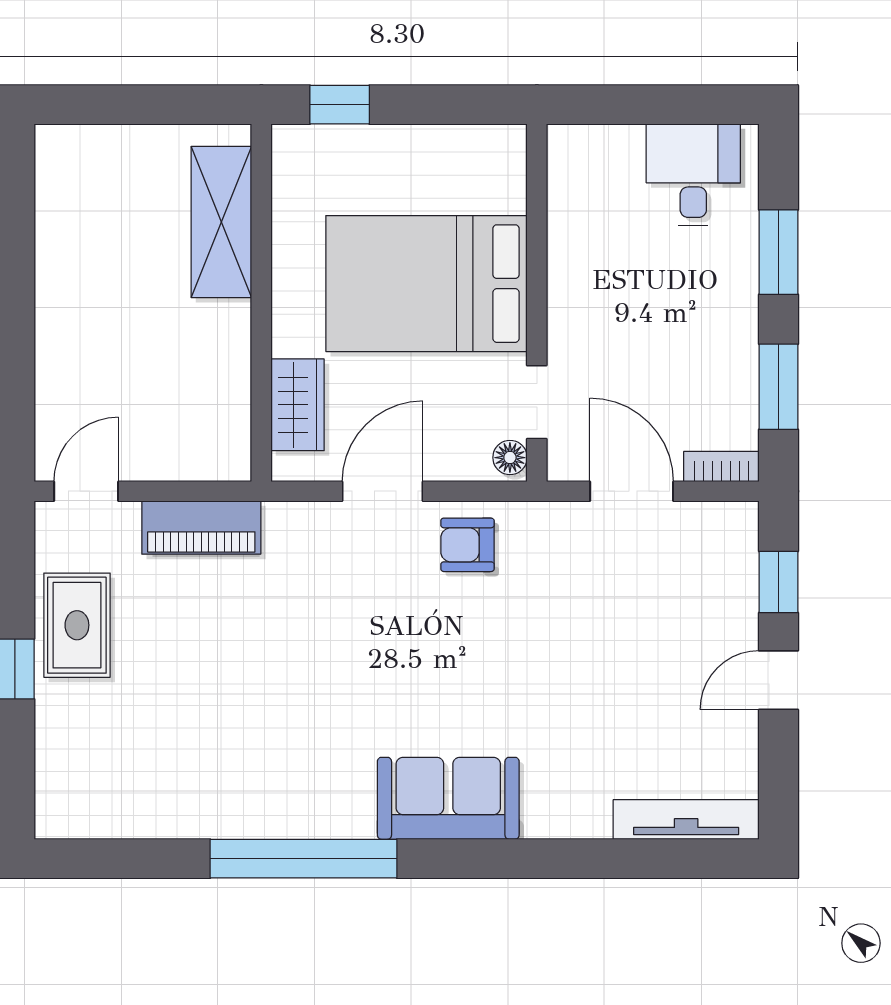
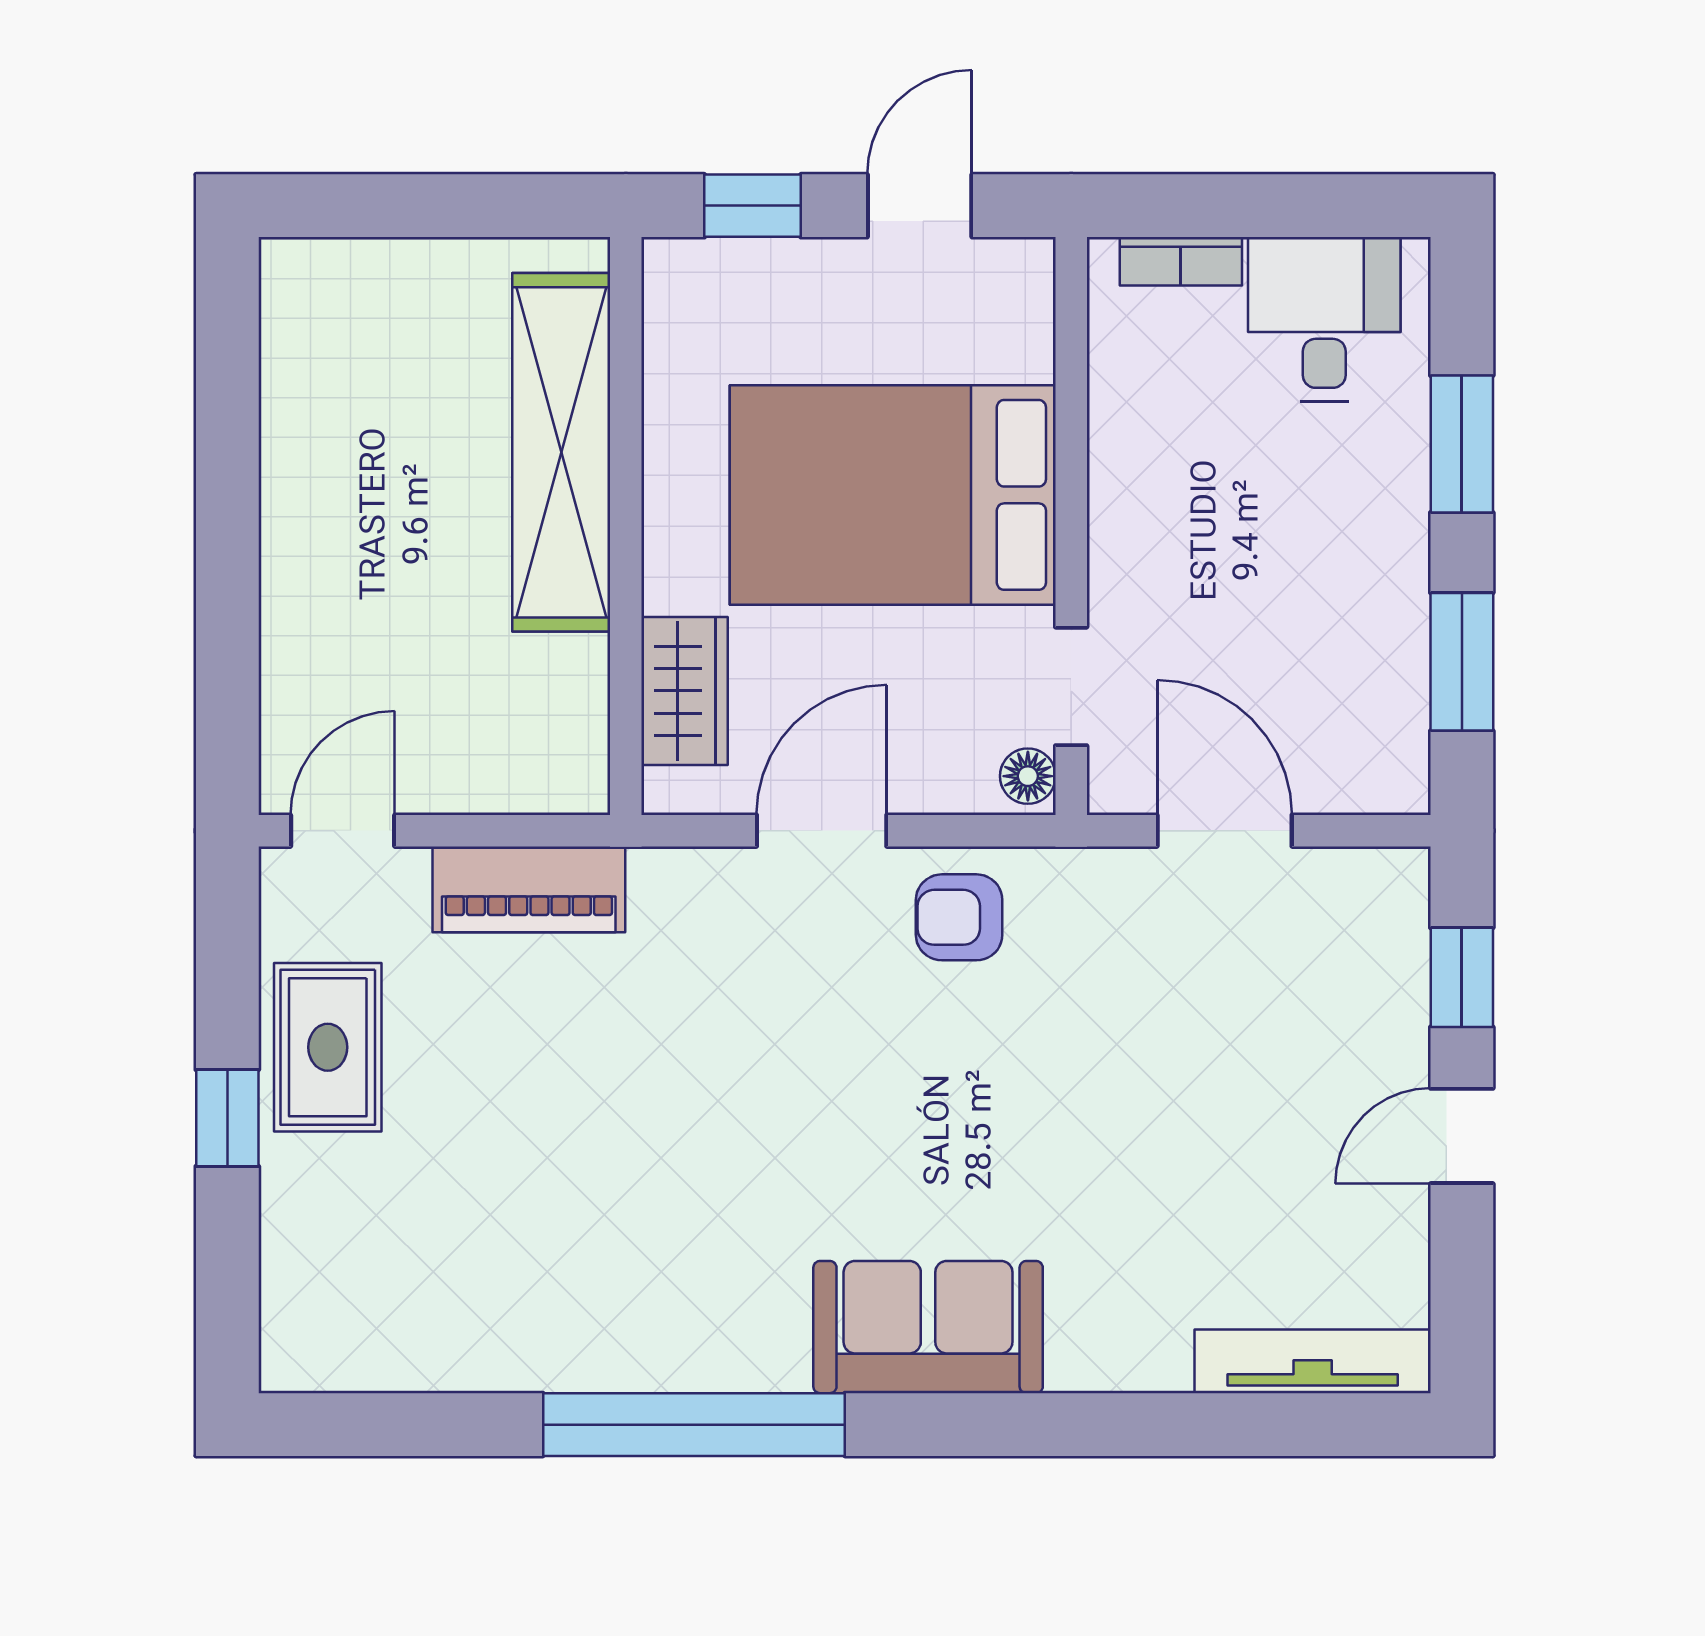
door: (443, 105) -> (920, 206), added
shelving: (221, 222) -> (561, 452), width x1.47
bookcase: (721, 467) -> (1181, 261), moved, turned 180

